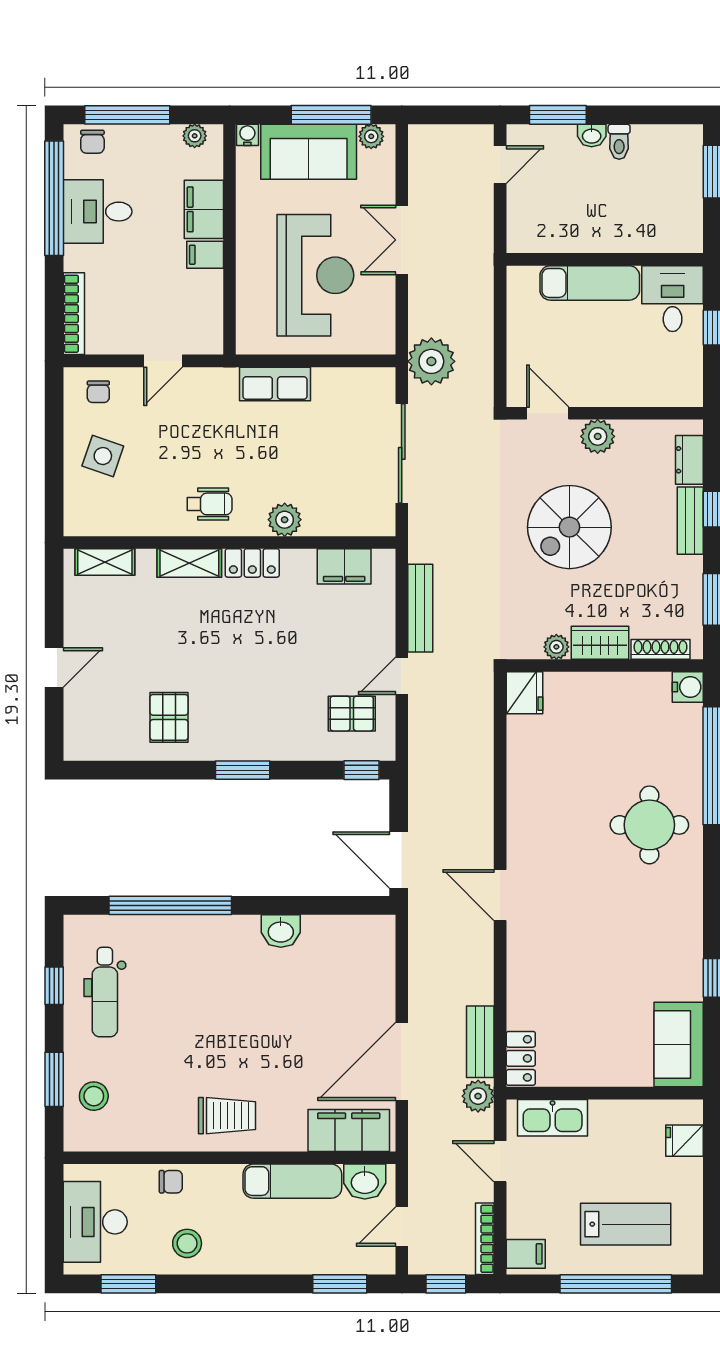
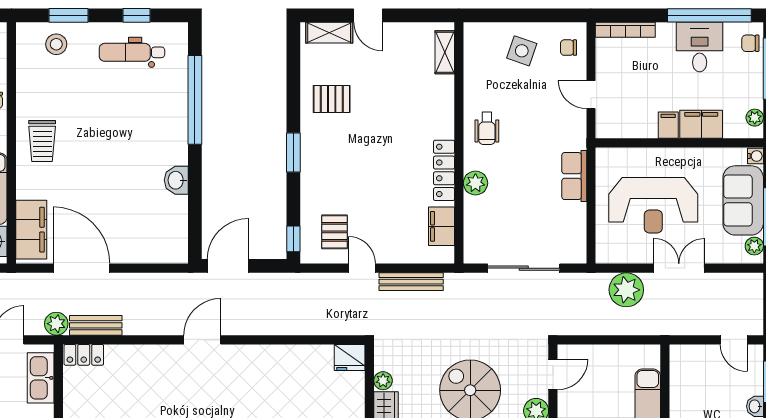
plant: (431, 361) -> (626, 290), moved
shelving: (189, 563) -> (329, 33), moved, turned 90
locker: (252, 563) -> (444, 170), width x1.53

